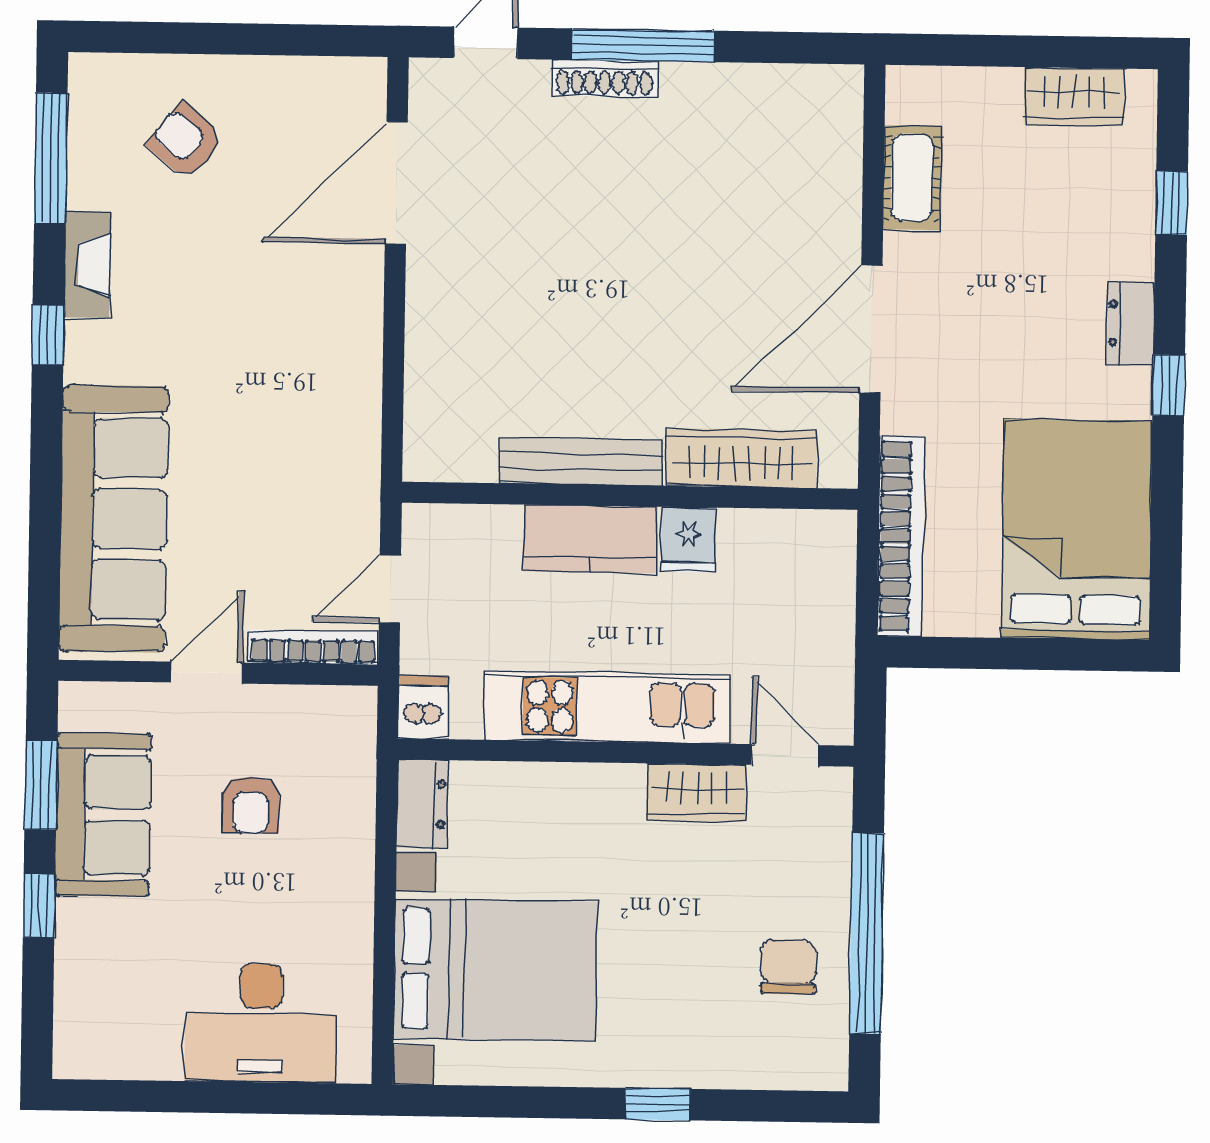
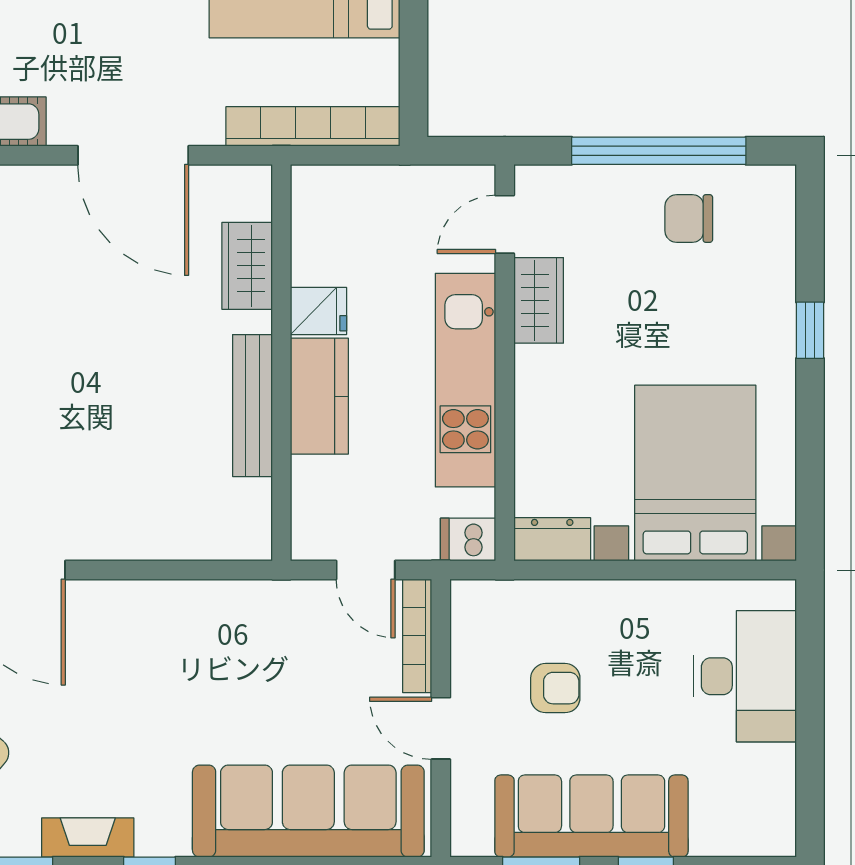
wardrobe: (742, 458) -> (247, 266), width x0.67
sofa: (103, 815) -> (591, 816), width x1.36

